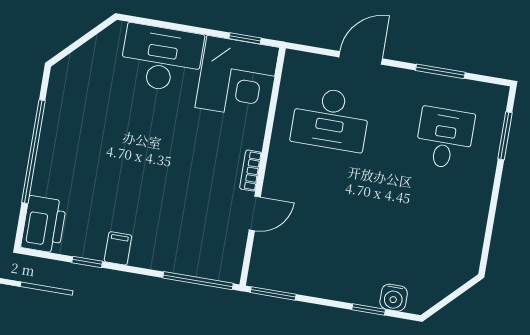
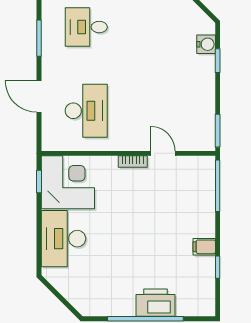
printer: (44, 224) -> (156, 303), moved

